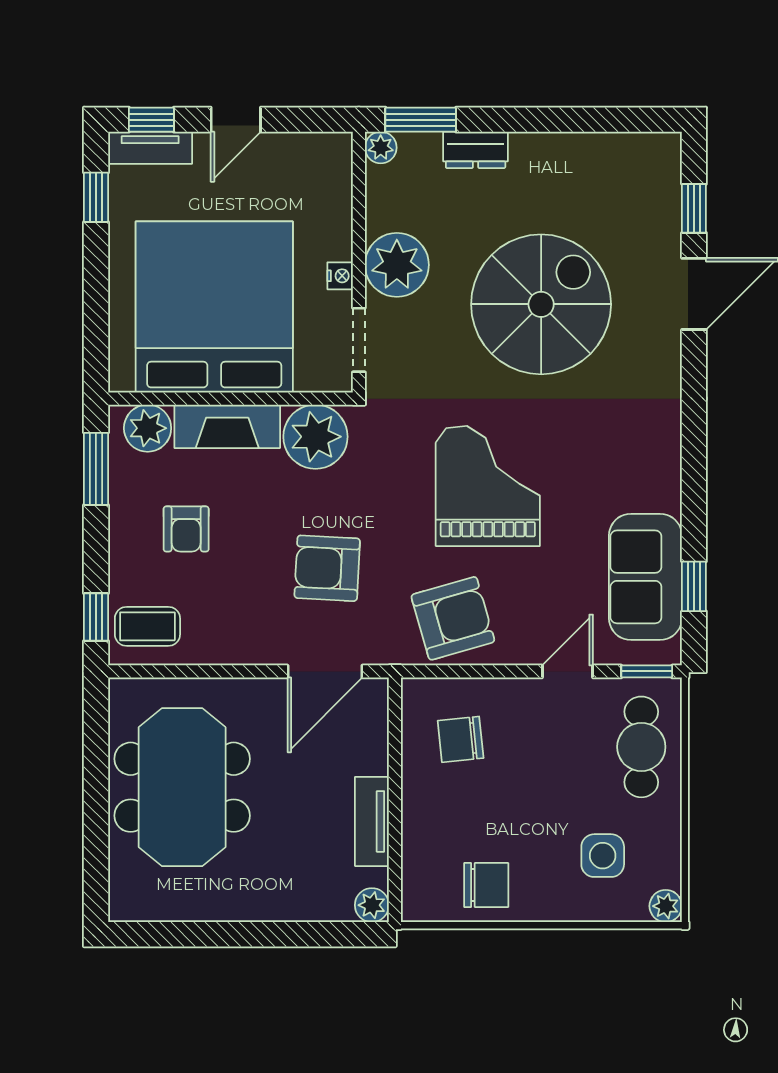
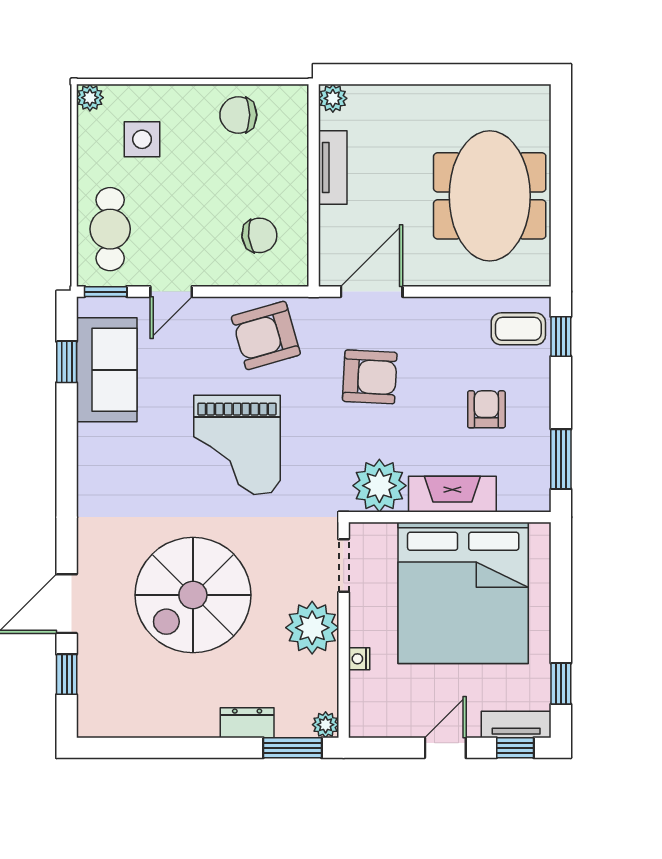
nightstand: (340, 276) -> (359, 659), moved
plant: (148, 428) -> (518, 493), removed

